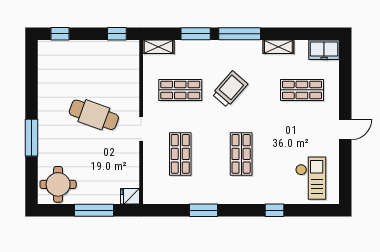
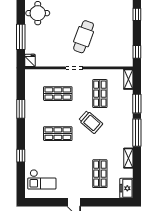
trolley: (230, 89) -> (91, 122), moved

